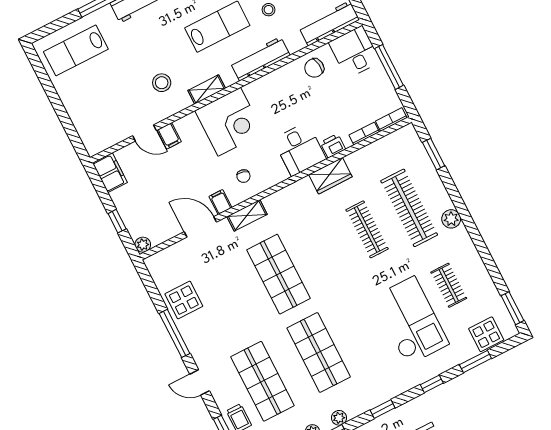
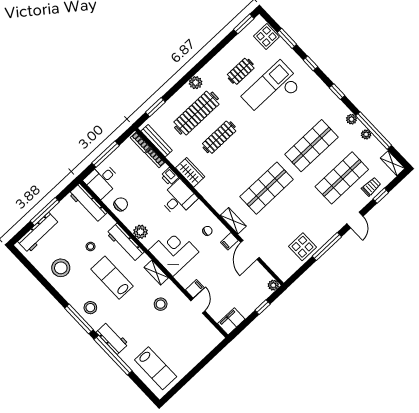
chair: (314, 68) -> (121, 204), turned -82
plant: (269, 84) -> (140, 232), added
bench: (387, 142) -> (157, 141), added

